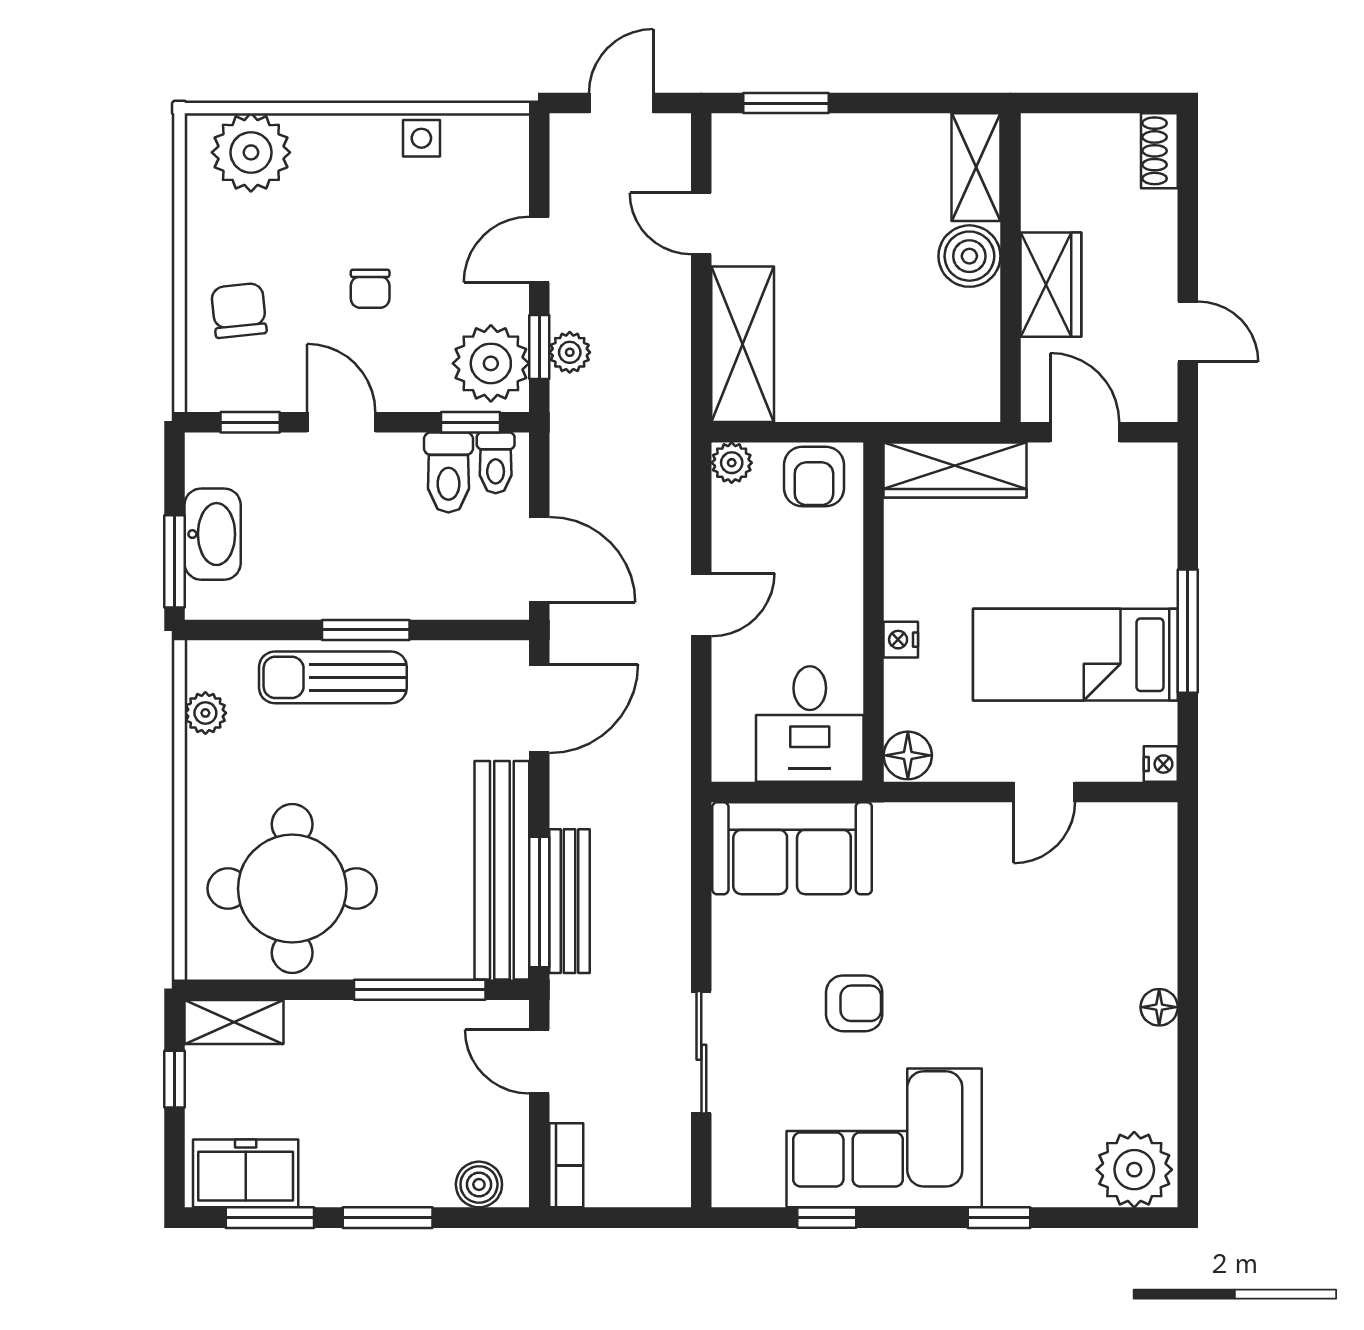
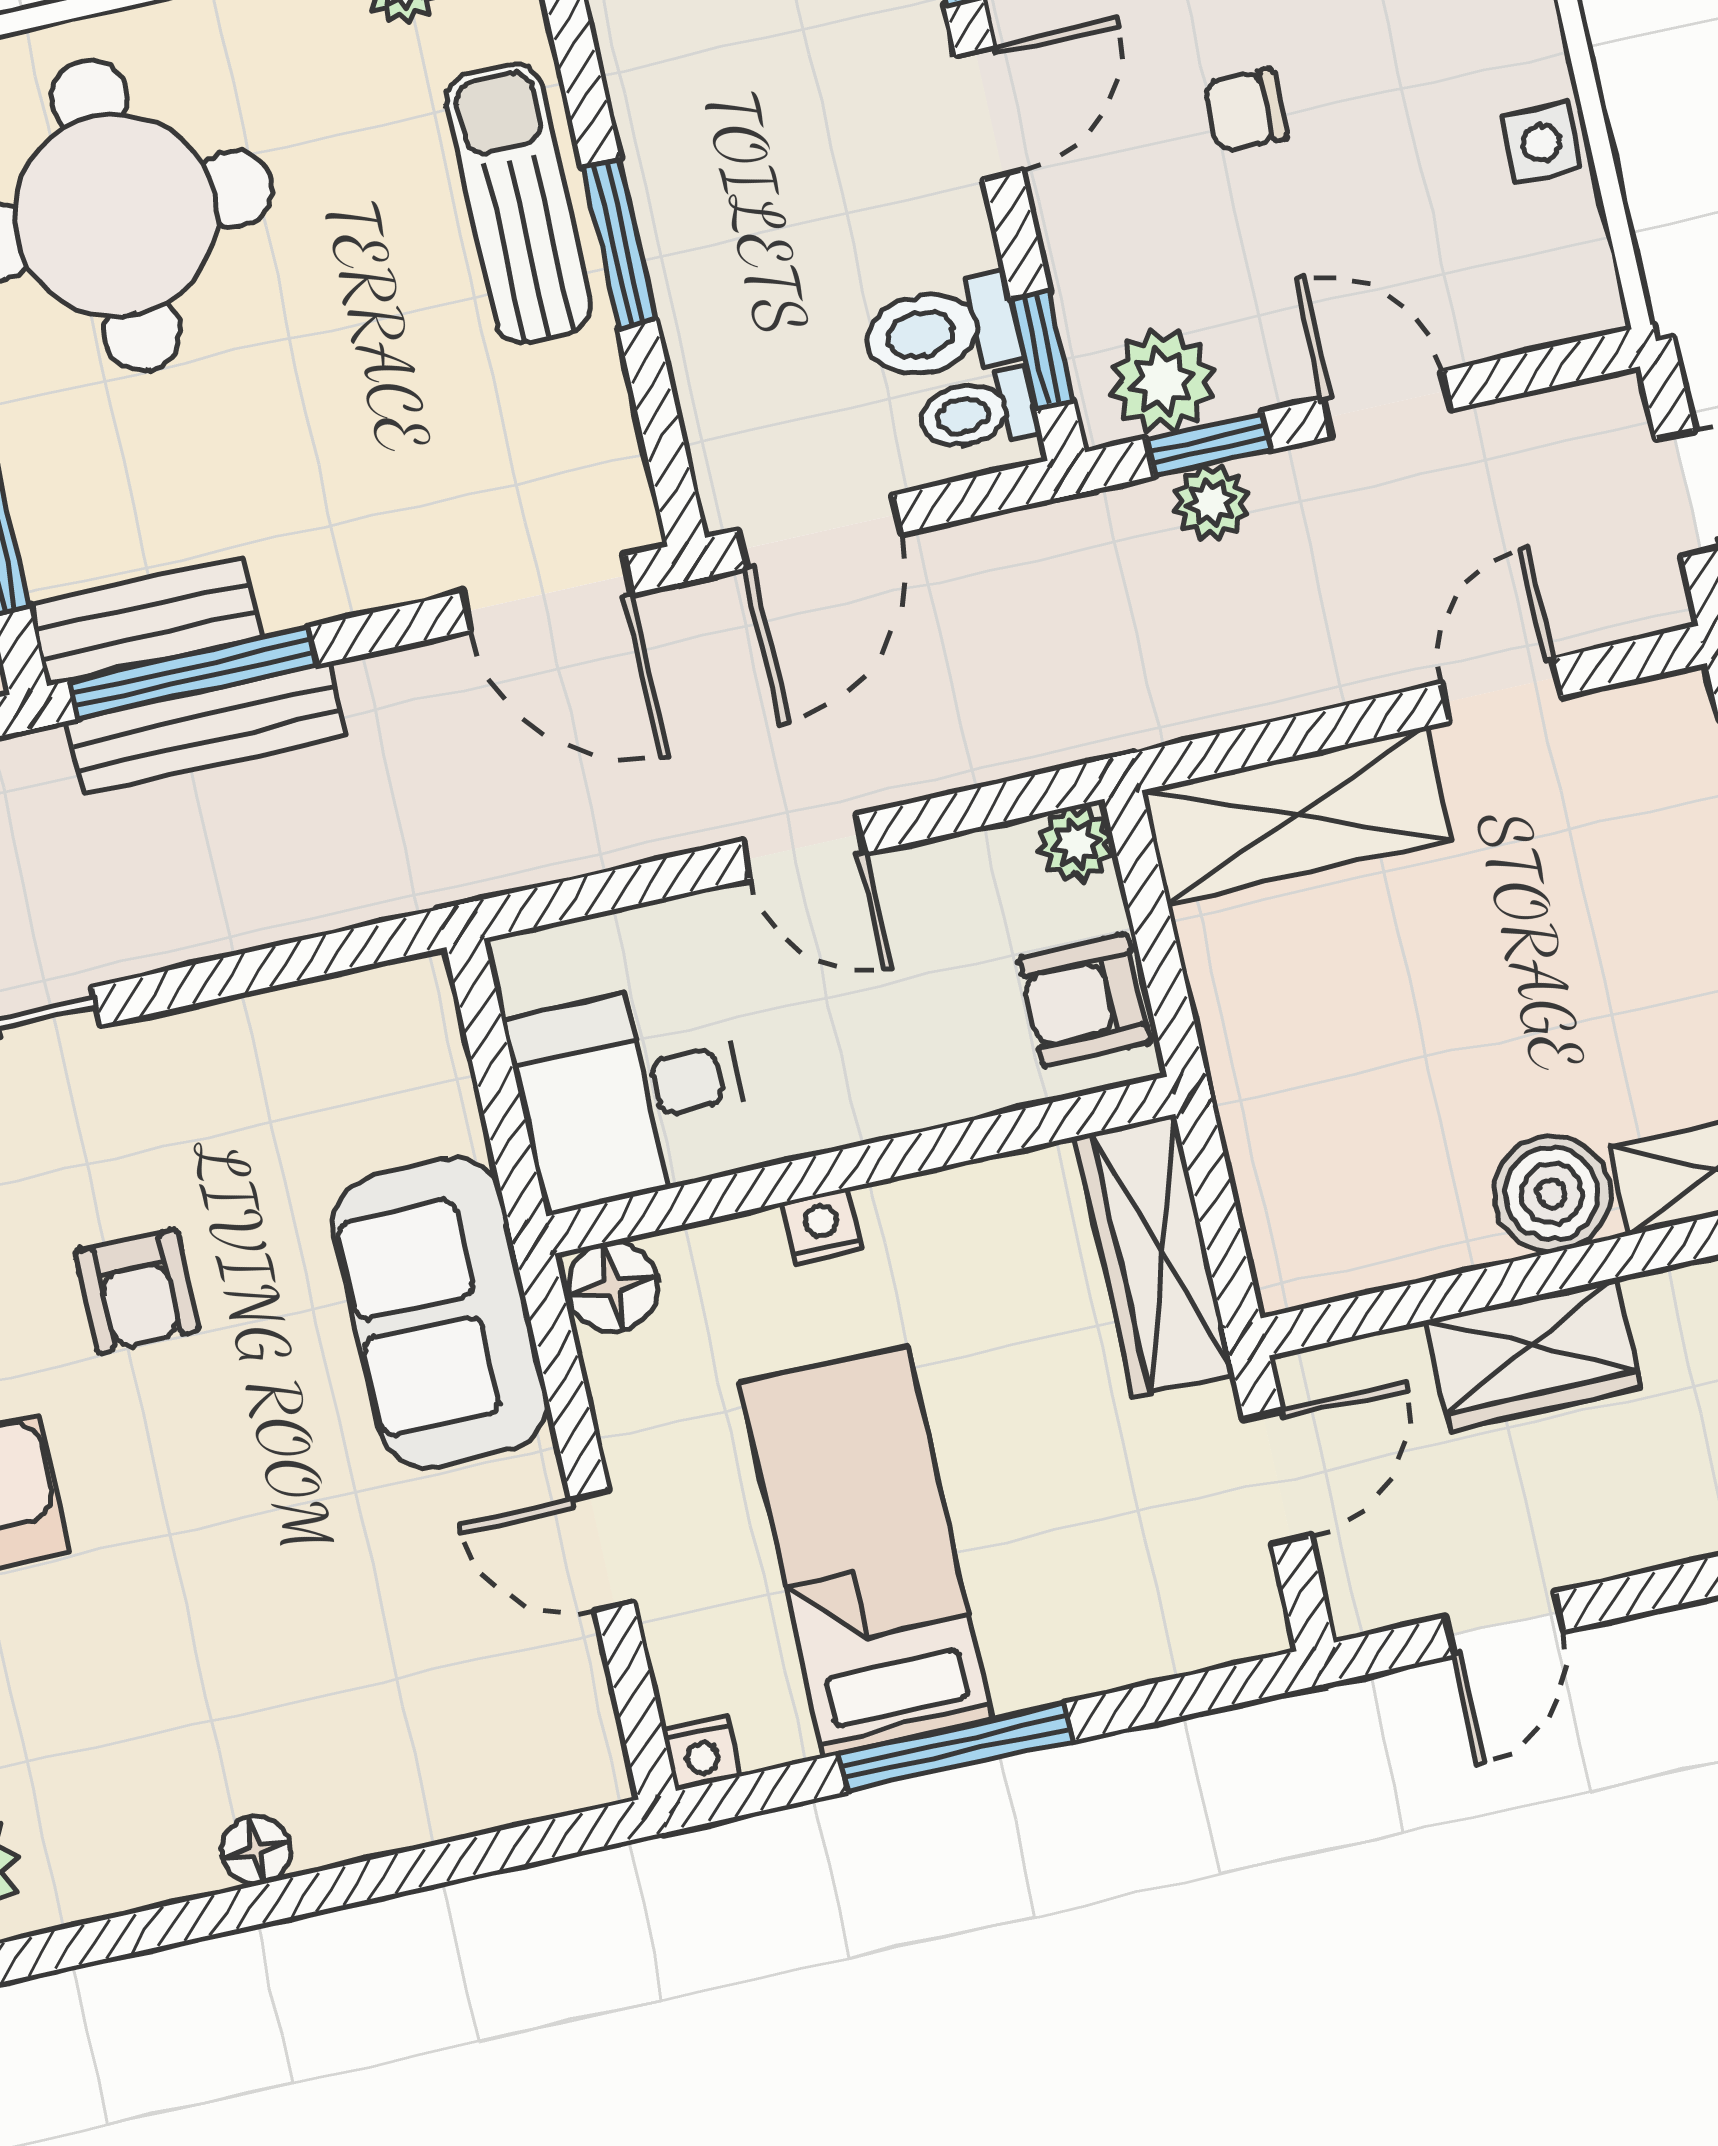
plant: (491, 363) -> (1162, 381), width x0.73, depth x0.73
sofa: (792, 848) -> (440, 1313), moved
bench: (502, 870) -> (145, 621), width x0.54, depth x0.82

